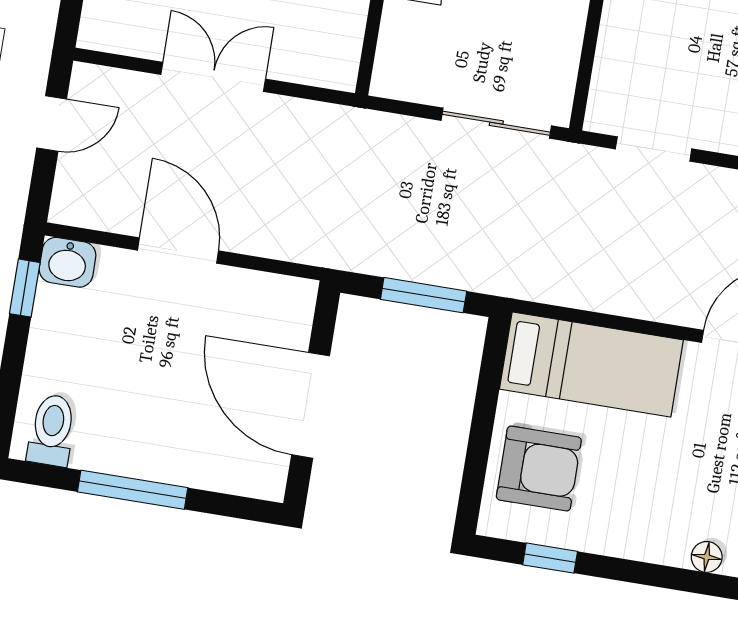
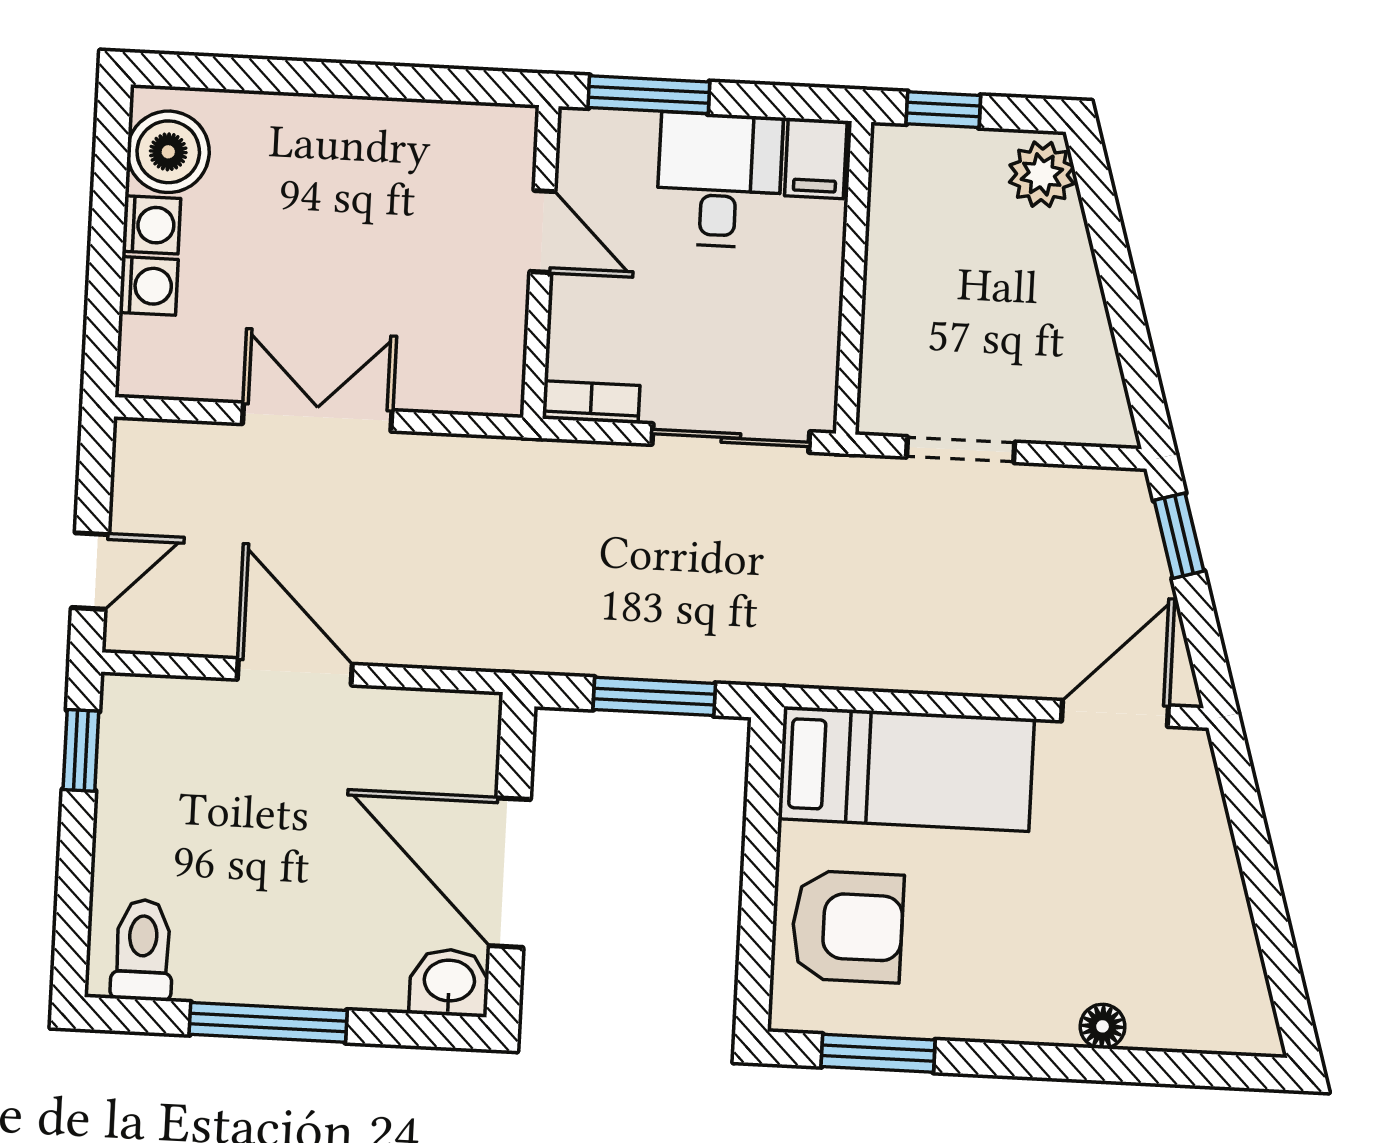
bookcase: (403, 88) -> (591, 402), added
door: (52, 123) -> (90, 571), moved
washbasin: (68, 262) -> (449, 983), moved, turned 180
window: (550, 558) -> (878, 1053), width x1.50

